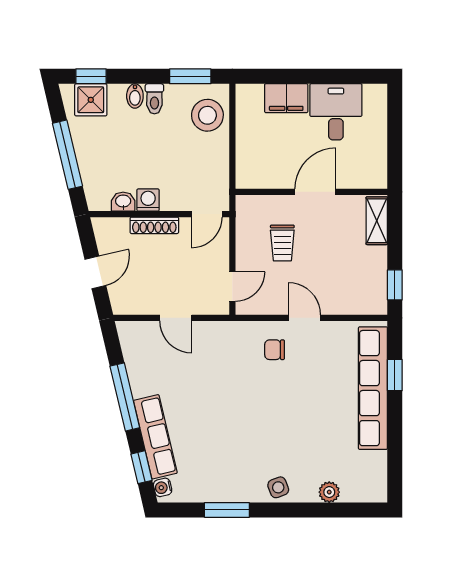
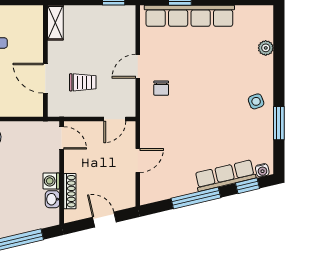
door: (315, 192) -> (45, 78), moved
shelving: (377, 221) -> (55, 23), moved, turned 90
shoe rack: (154, 225) -> (70, 191), moved
door: (232, 287) -> (115, 119), swing flipped
side table: (278, 487) -> (256, 101), moved

